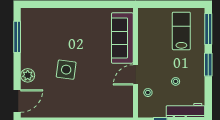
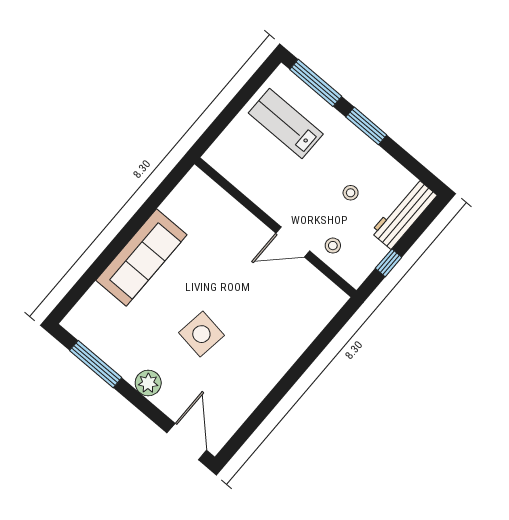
sofa: (122, 38) -> (141, 257), moved, turned -90
plant: (28, 75) -> (148, 383), moved
door: (135, 75) -> (293, 242), hinge flipped

